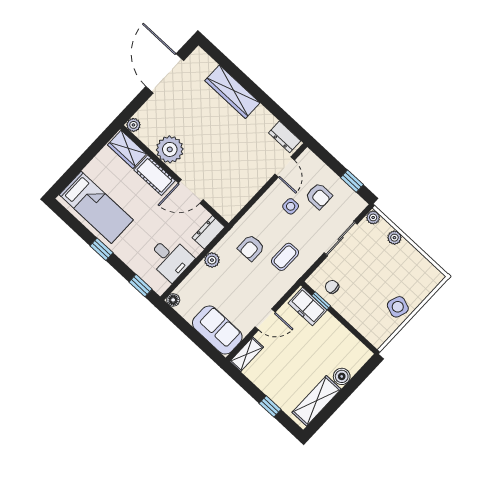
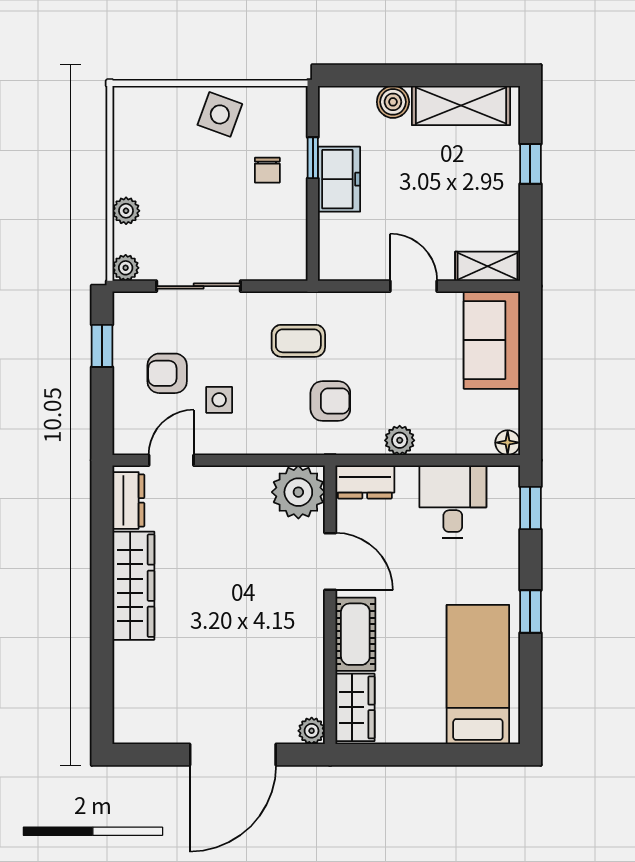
door: (165, 73) -> (233, 755), moved
wardrobe: (232, 92) -> (133, 586), moved
plant: (170, 149) -> (298, 492), moved
armchair: (319, 196) -> (167, 373), turned -90
chair: (332, 287) -> (267, 170), moved
window: (321, 301) -> (313, 158), moved
freezer: (308, 307) -> (339, 179), moved

